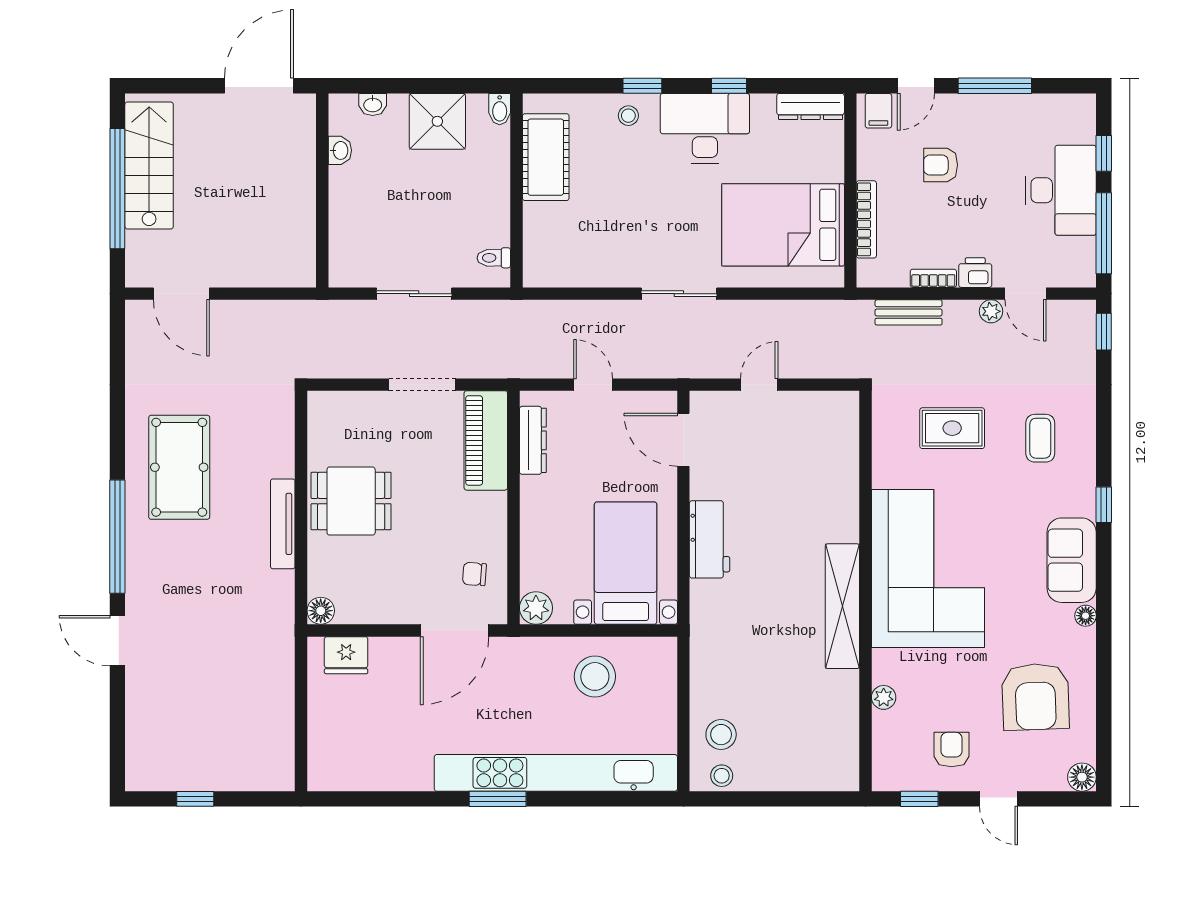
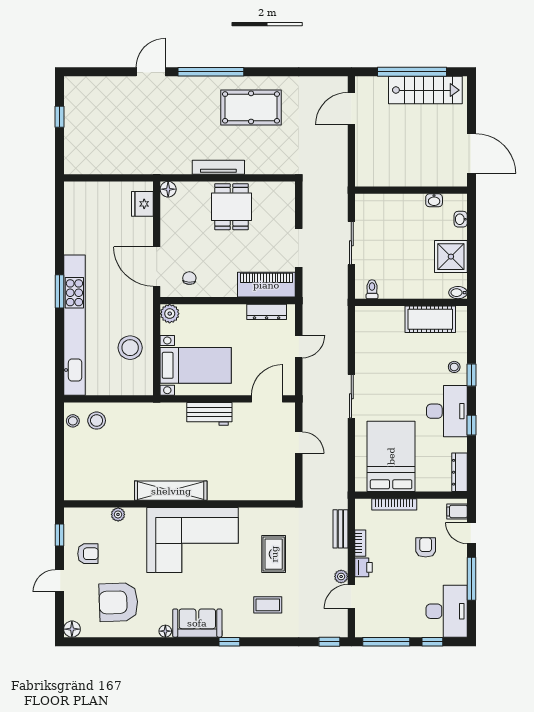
desk: (1061, 190) -> (447, 611), moved, turned -90

